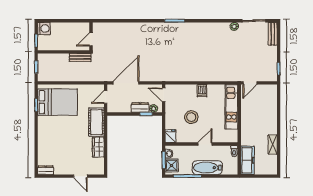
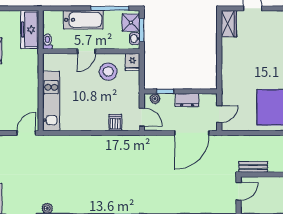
dishwasher: (202, 91) -> (115, 123), moved
dresser: (140, 107) -> (187, 100), moved
stool: (191, 117) -> (108, 72), moved
cot: (96, 122) -> (231, 81), removed
wardrobe: (98, 147) -> (229, 24), moved

